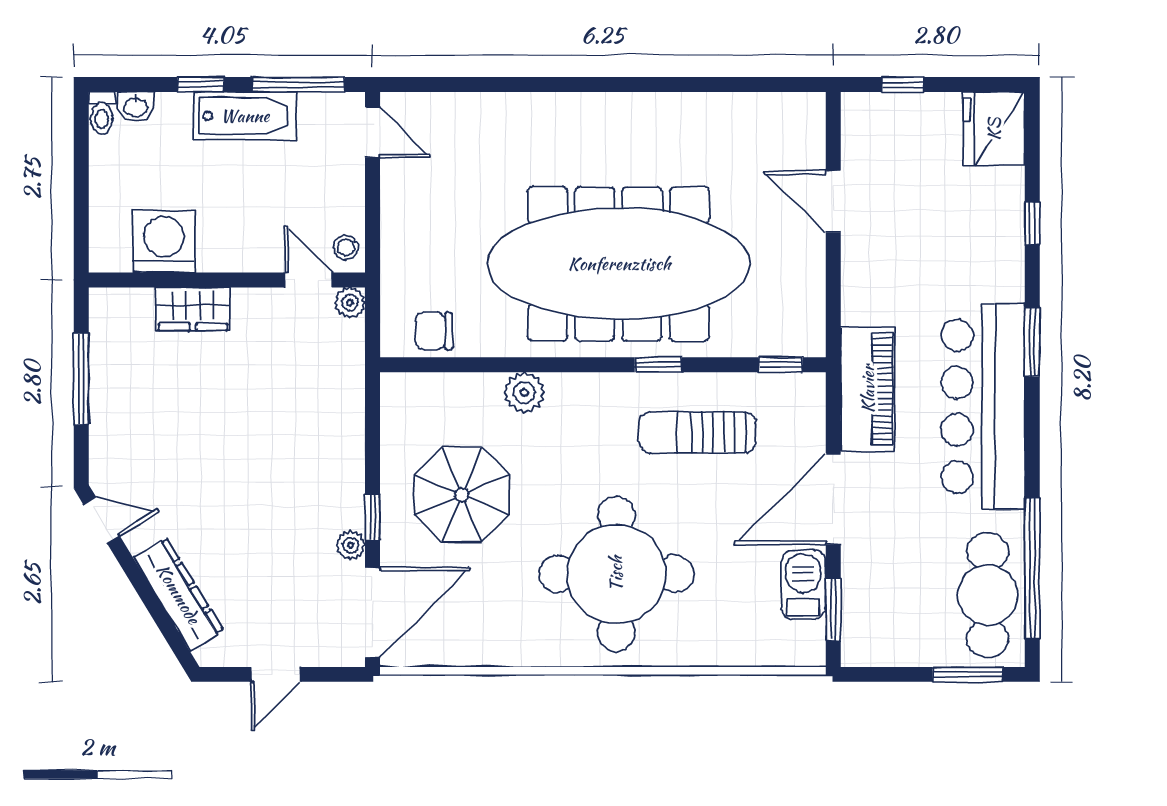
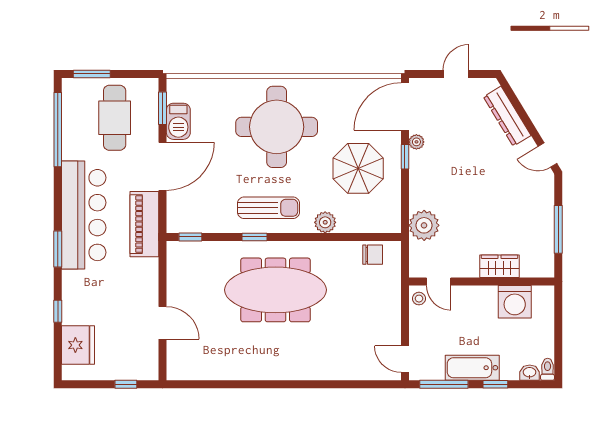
fridge: (994, 129) -> (78, 345), moved
meeting table: (619, 264) -> (276, 290), width x0.73, depth x0.79
plant: (350, 303) -> (424, 225), moved, width x1.87, depth x1.87
sun lounger: (698, 432) -> (268, 208), moved
cafe table: (988, 595) -> (115, 118), moved

